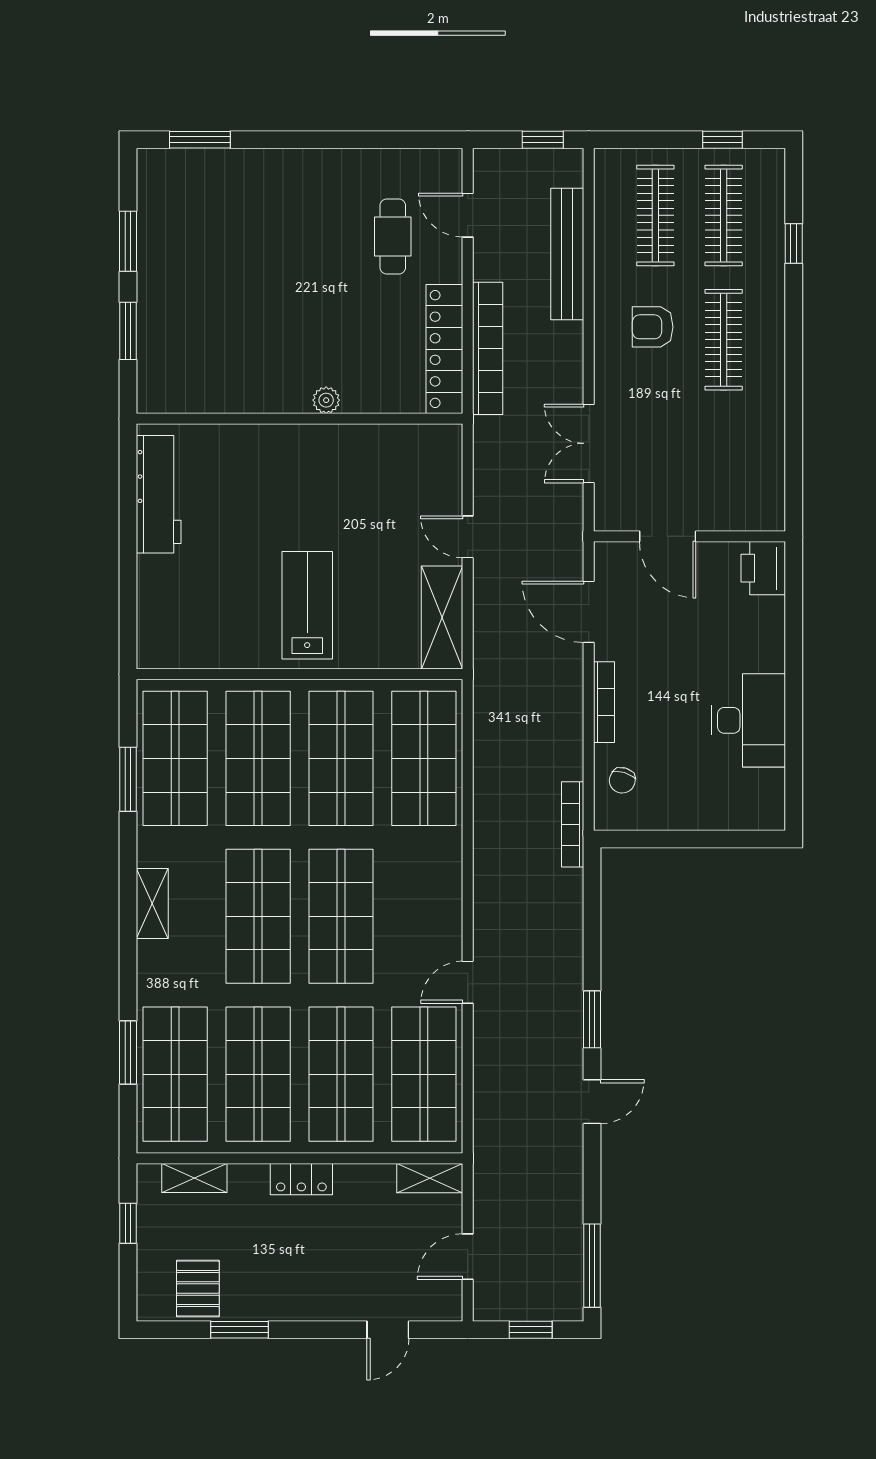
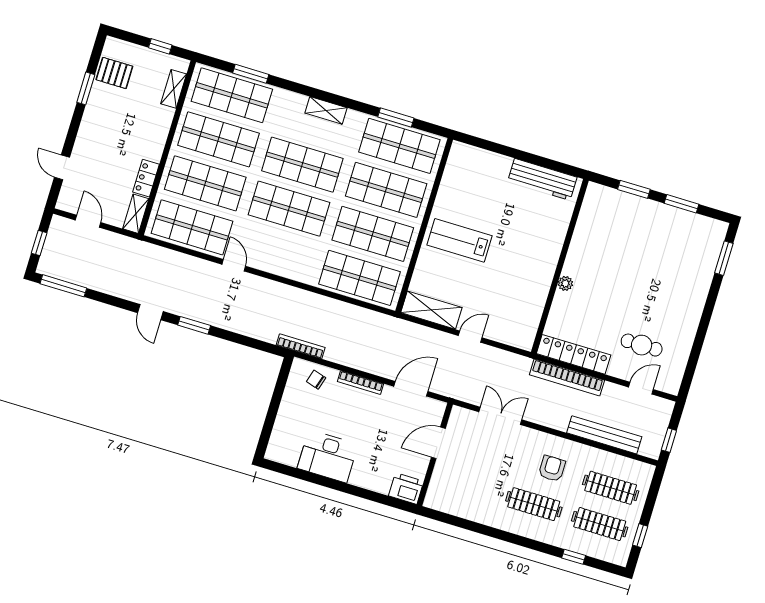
lab bench: (307, 605) -> (460, 240), turned 180
locker: (301, 1179) -> (146, 178), moved

